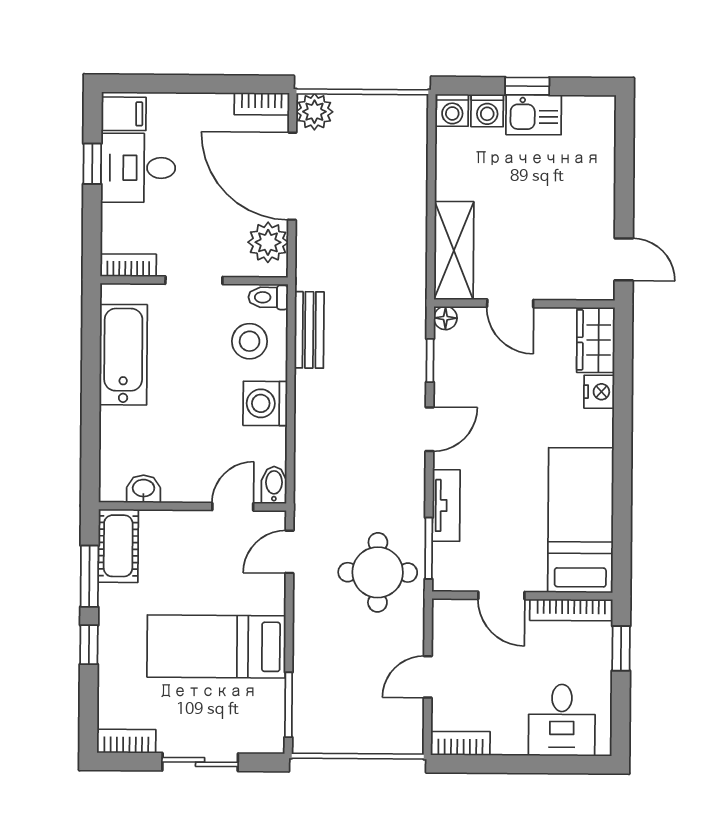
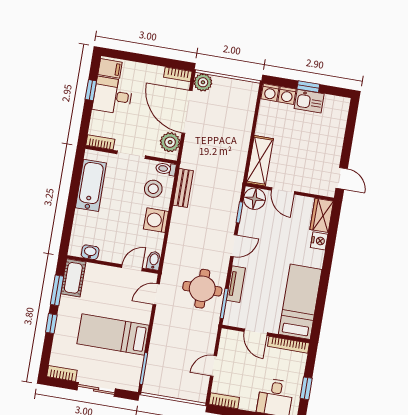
floor lamp: (445, 318) -> (254, 199), width x1.89, depth x1.89
round table: (378, 572) -> (202, 289), moved
window: (621, 648) -> (306, 388), moved

